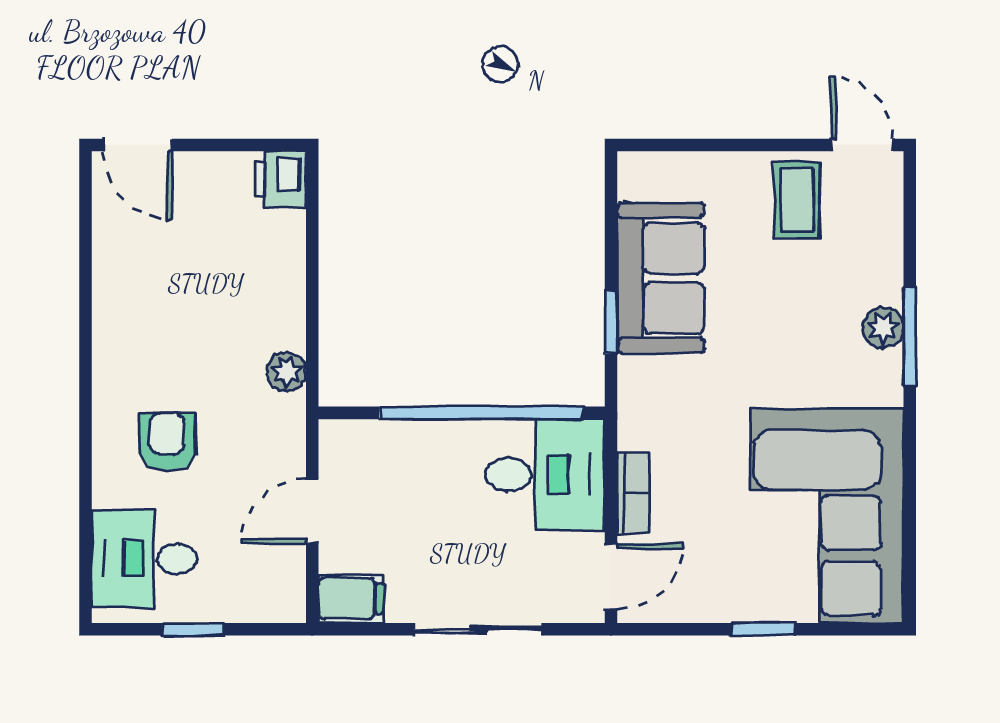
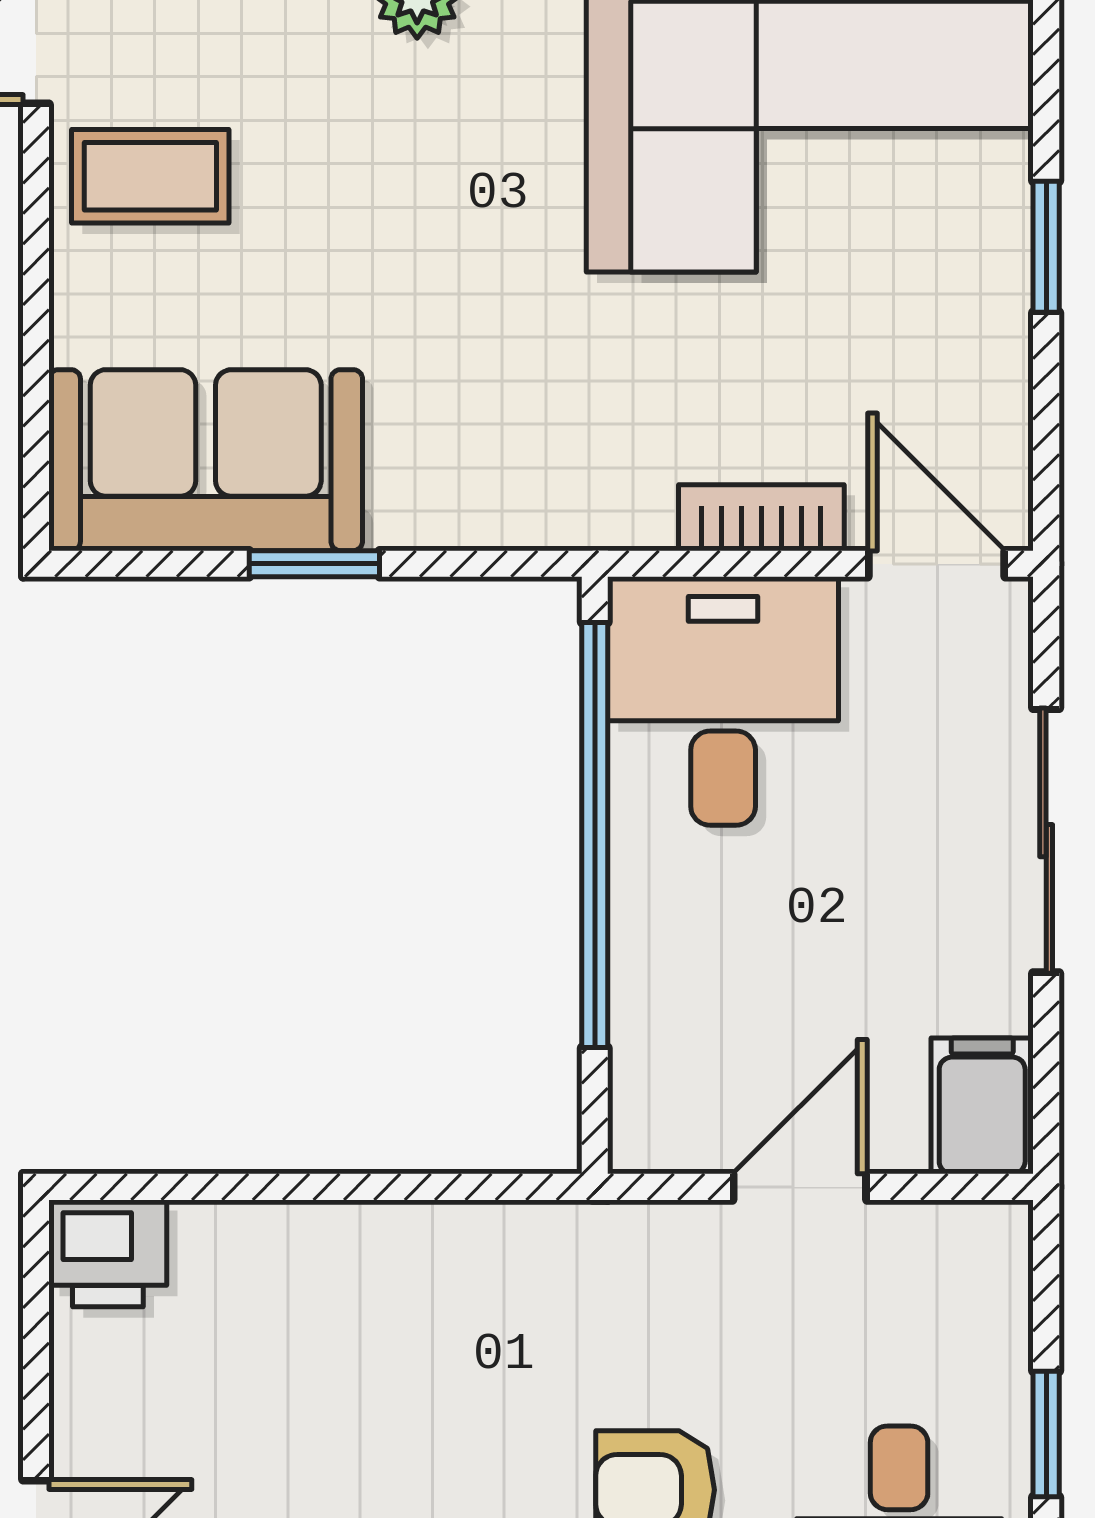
sofa: (661, 278) -> (206, 460), moved
window: (611, 322) -> (314, 564), moved
plant: (287, 371) -> (509, 1240), removed
door: (312, 511) -> (800, 1187), swing flipped

